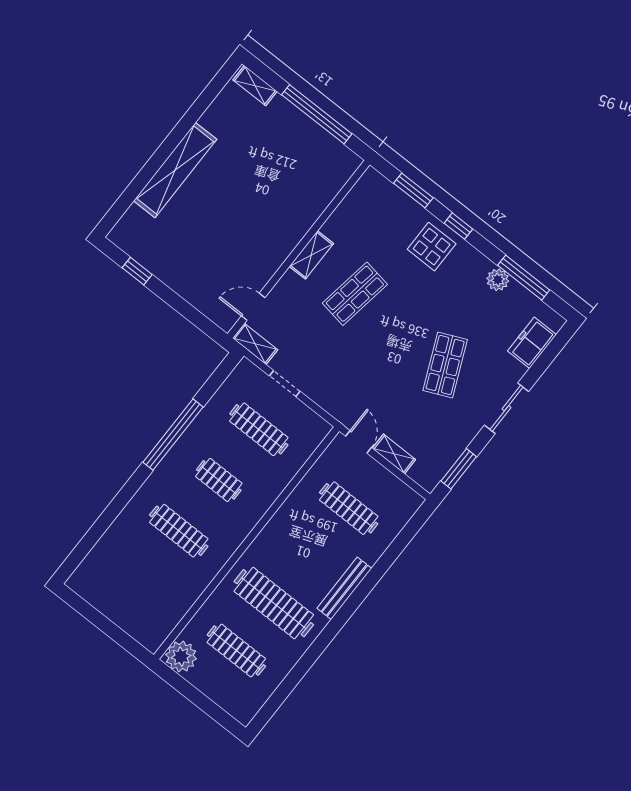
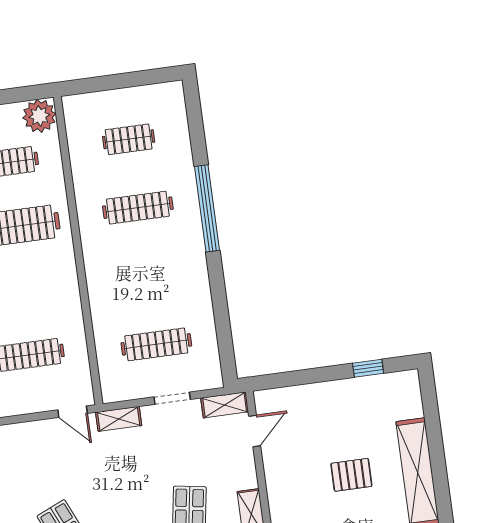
pallet: (220, 213) -> (351, 475), added
window: (173, 435) -> (207, 208), moved
shelving: (394, 454) -> (119, 419), moved
clothes rail: (219, 480) -> (129, 139), moved

